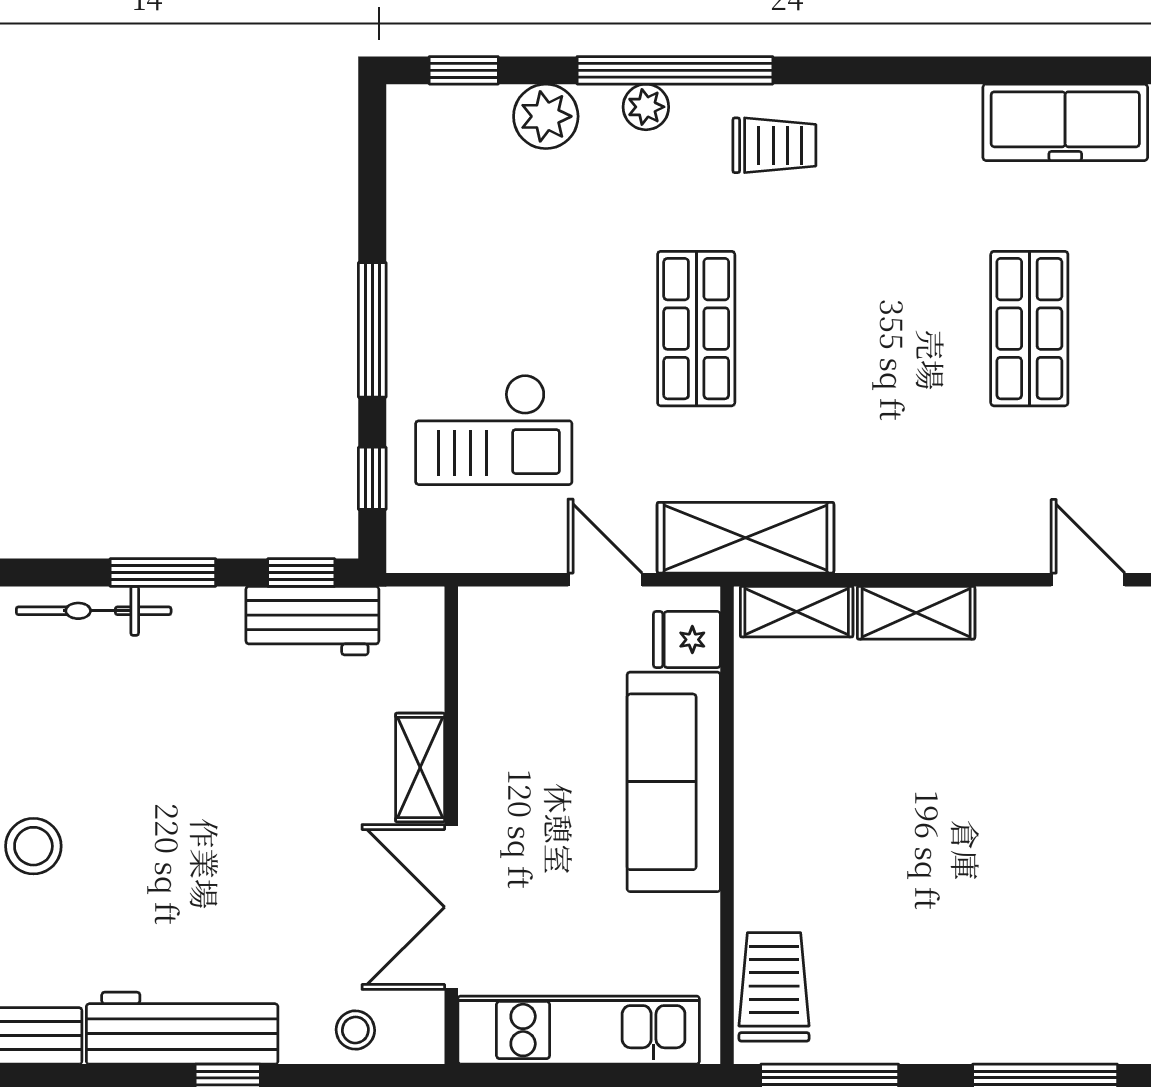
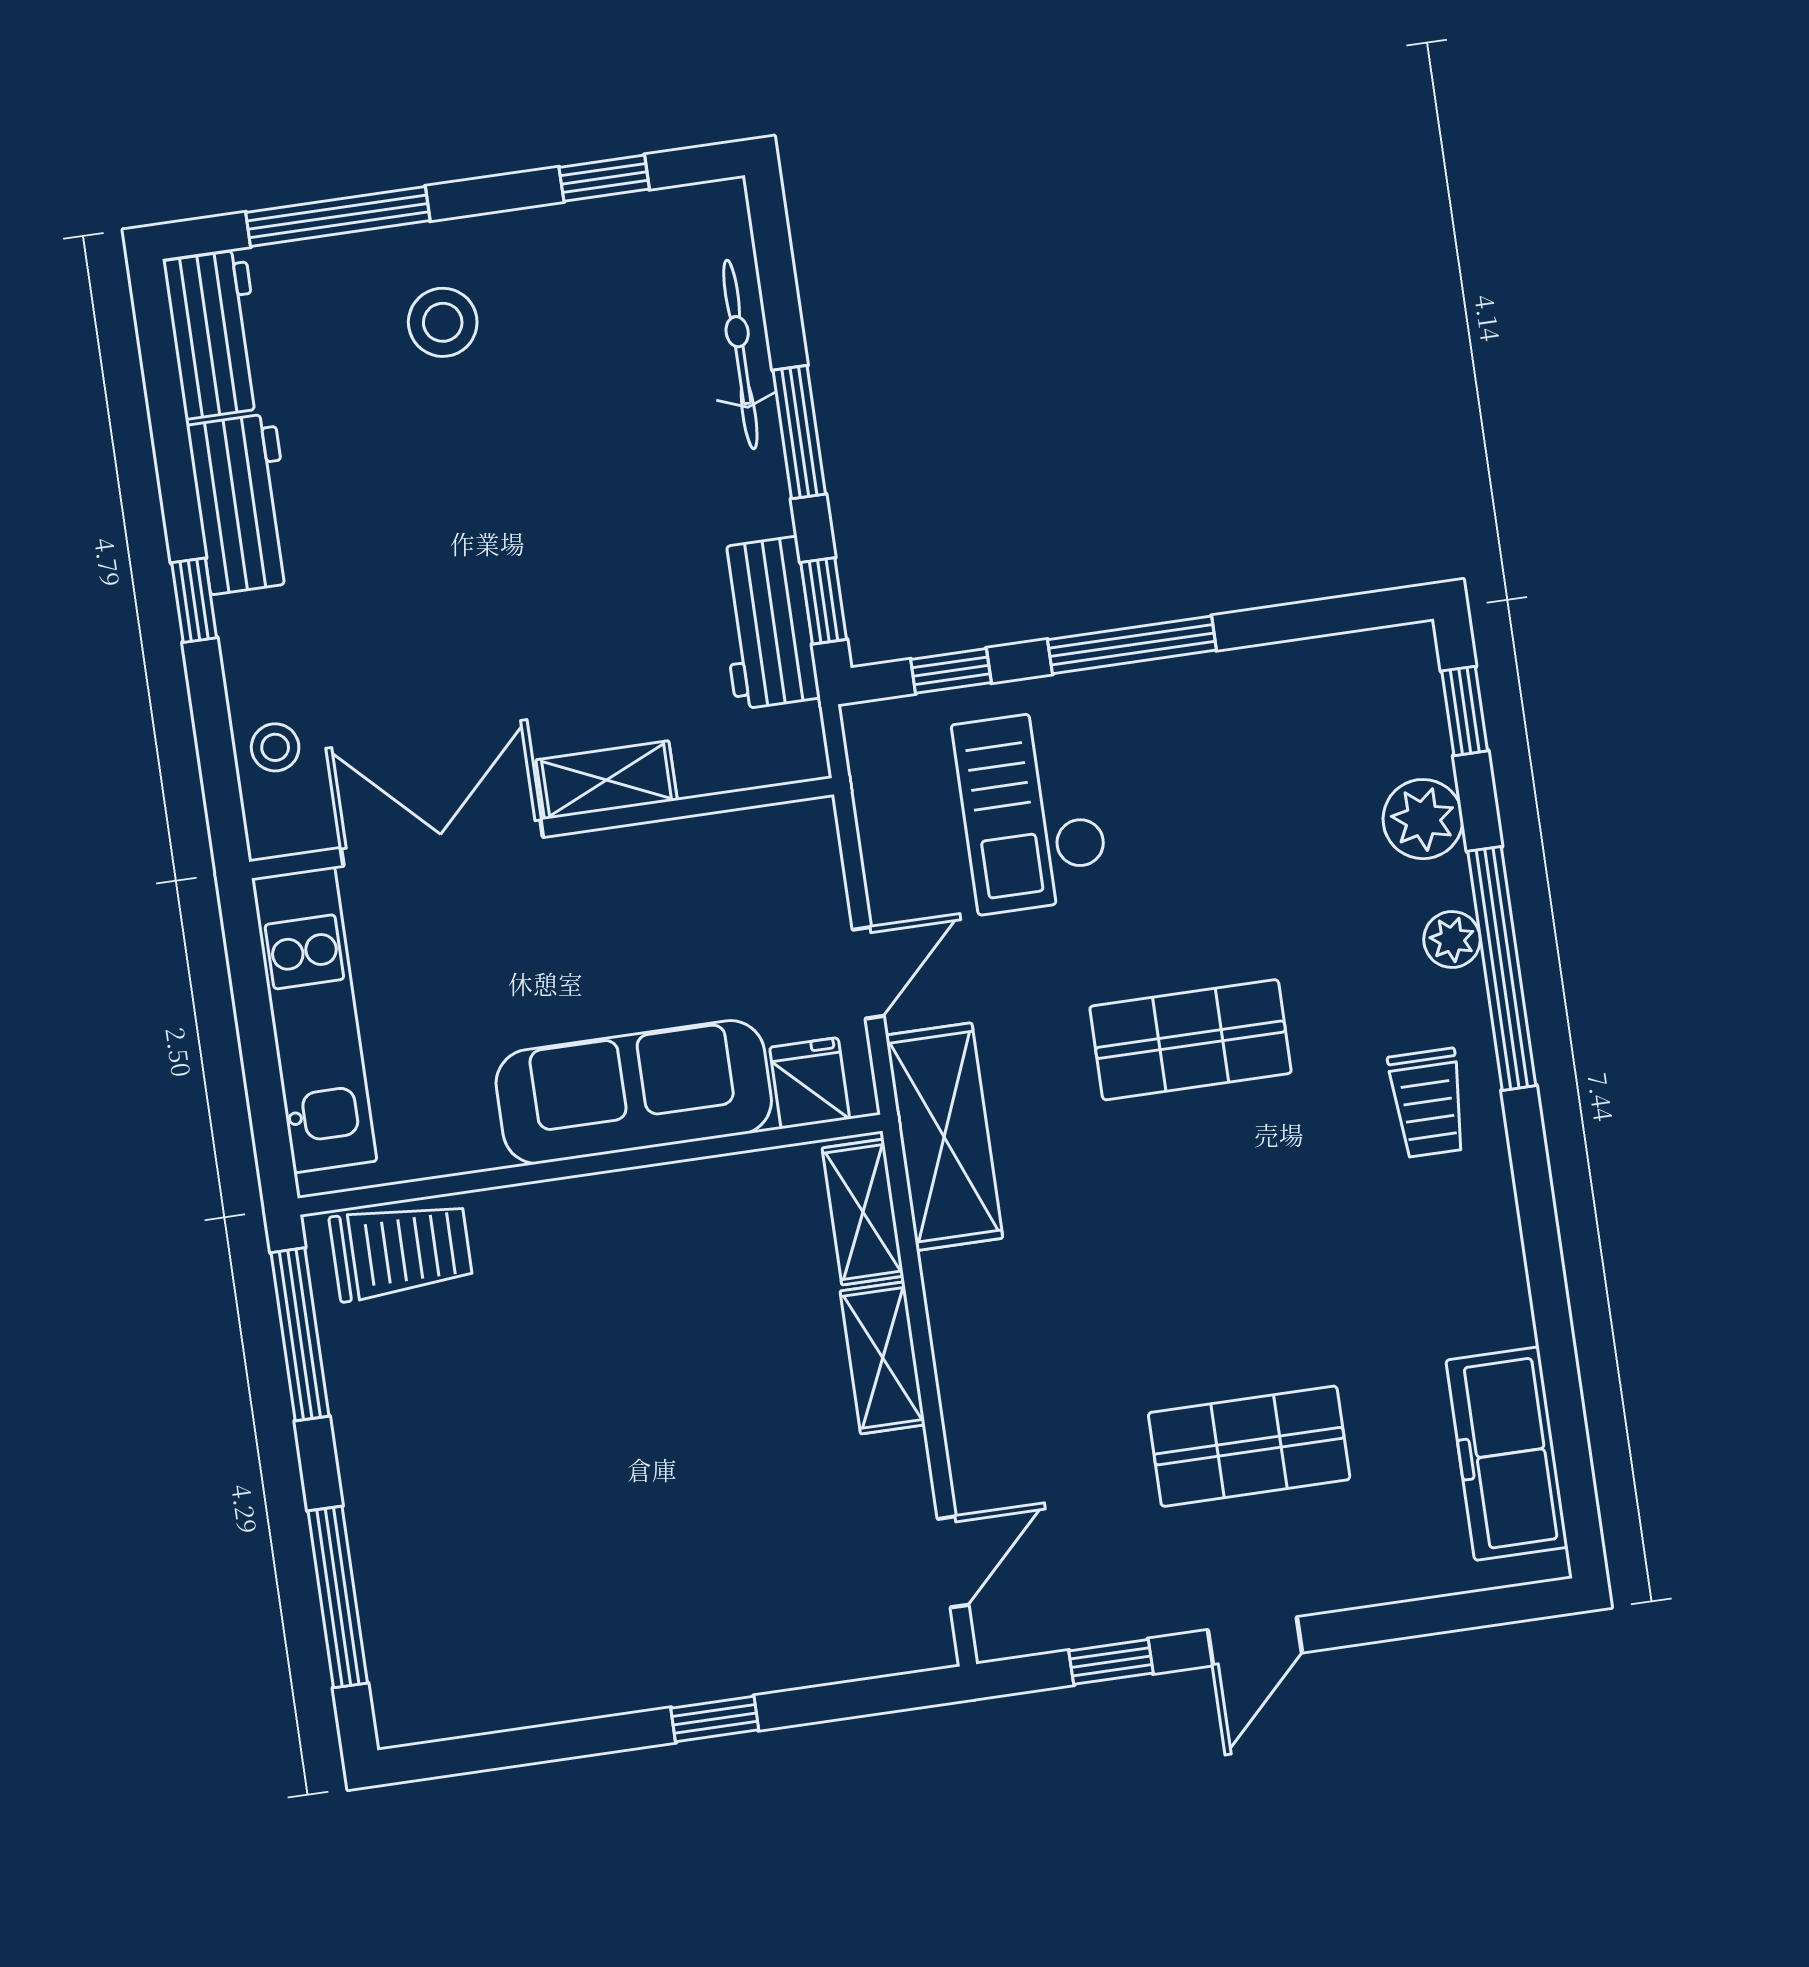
workbench: (182, 1028) -> (242, 504), width x0.73

